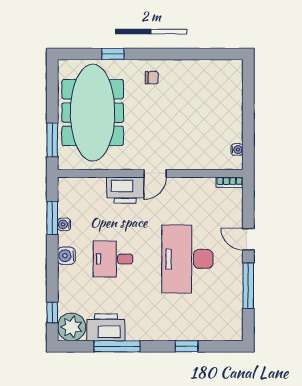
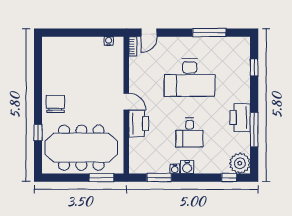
chair: (152, 78) -> (55, 104), width x1.87, depth x1.87
water cooler: (64, 224) -> (175, 169), moved
door: (248, 239) -> (149, 33), moved
printer: (106, 327) -> (240, 118), moved
window: (186, 346) -> (254, 67), moved

